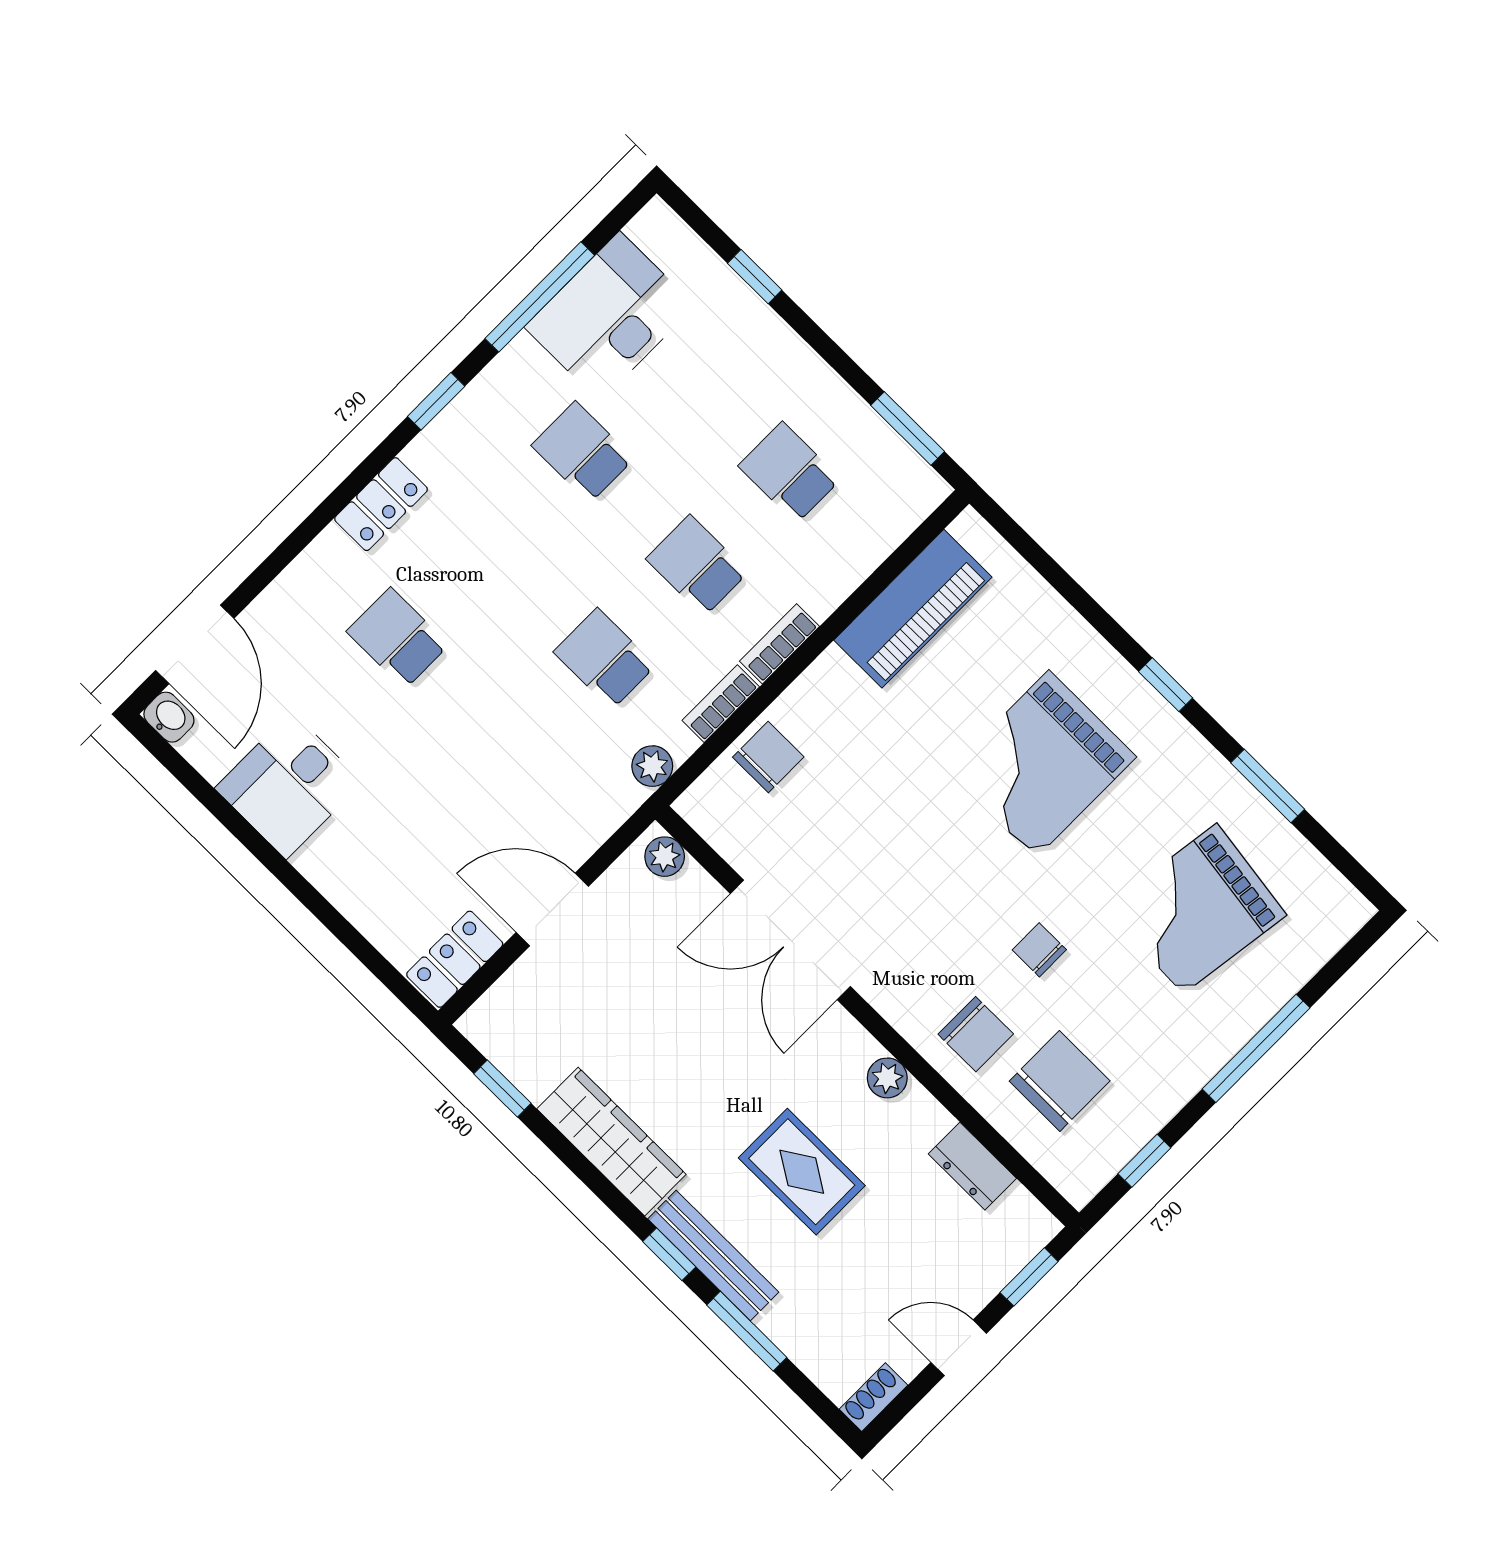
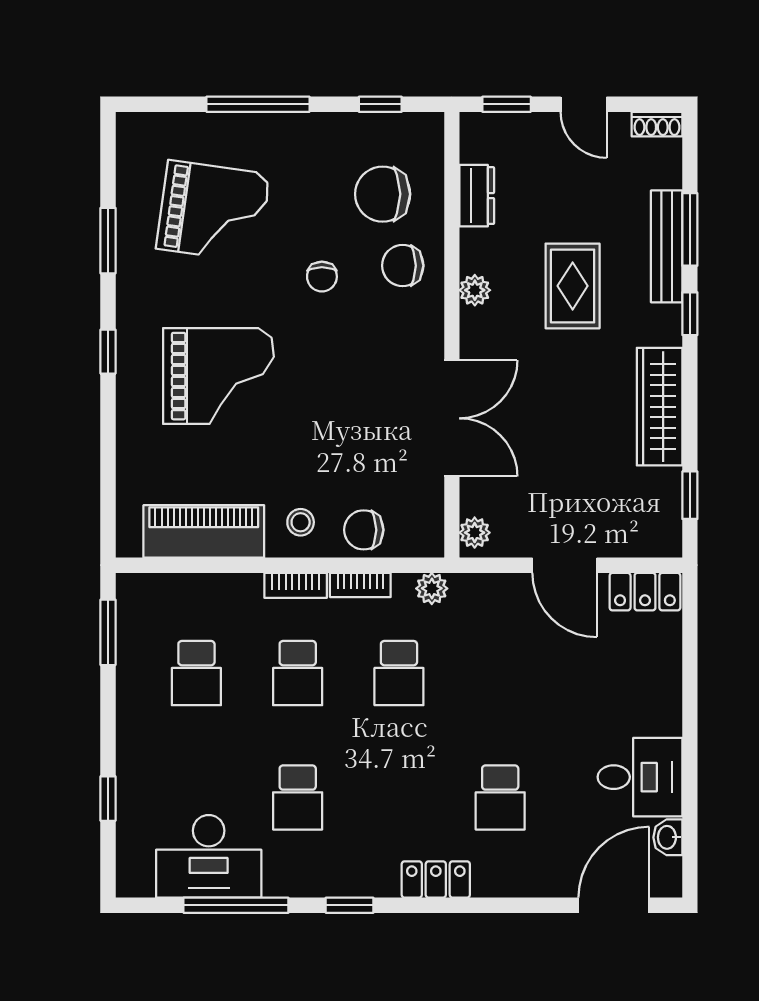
stool: (833, 706) -> (301, 522), added
washbasin: (169, 717) -> (668, 837), moved
chair: (976, 1034) -> (403, 266), turned -90
bench: (713, 1256) -> (667, 246), moved

